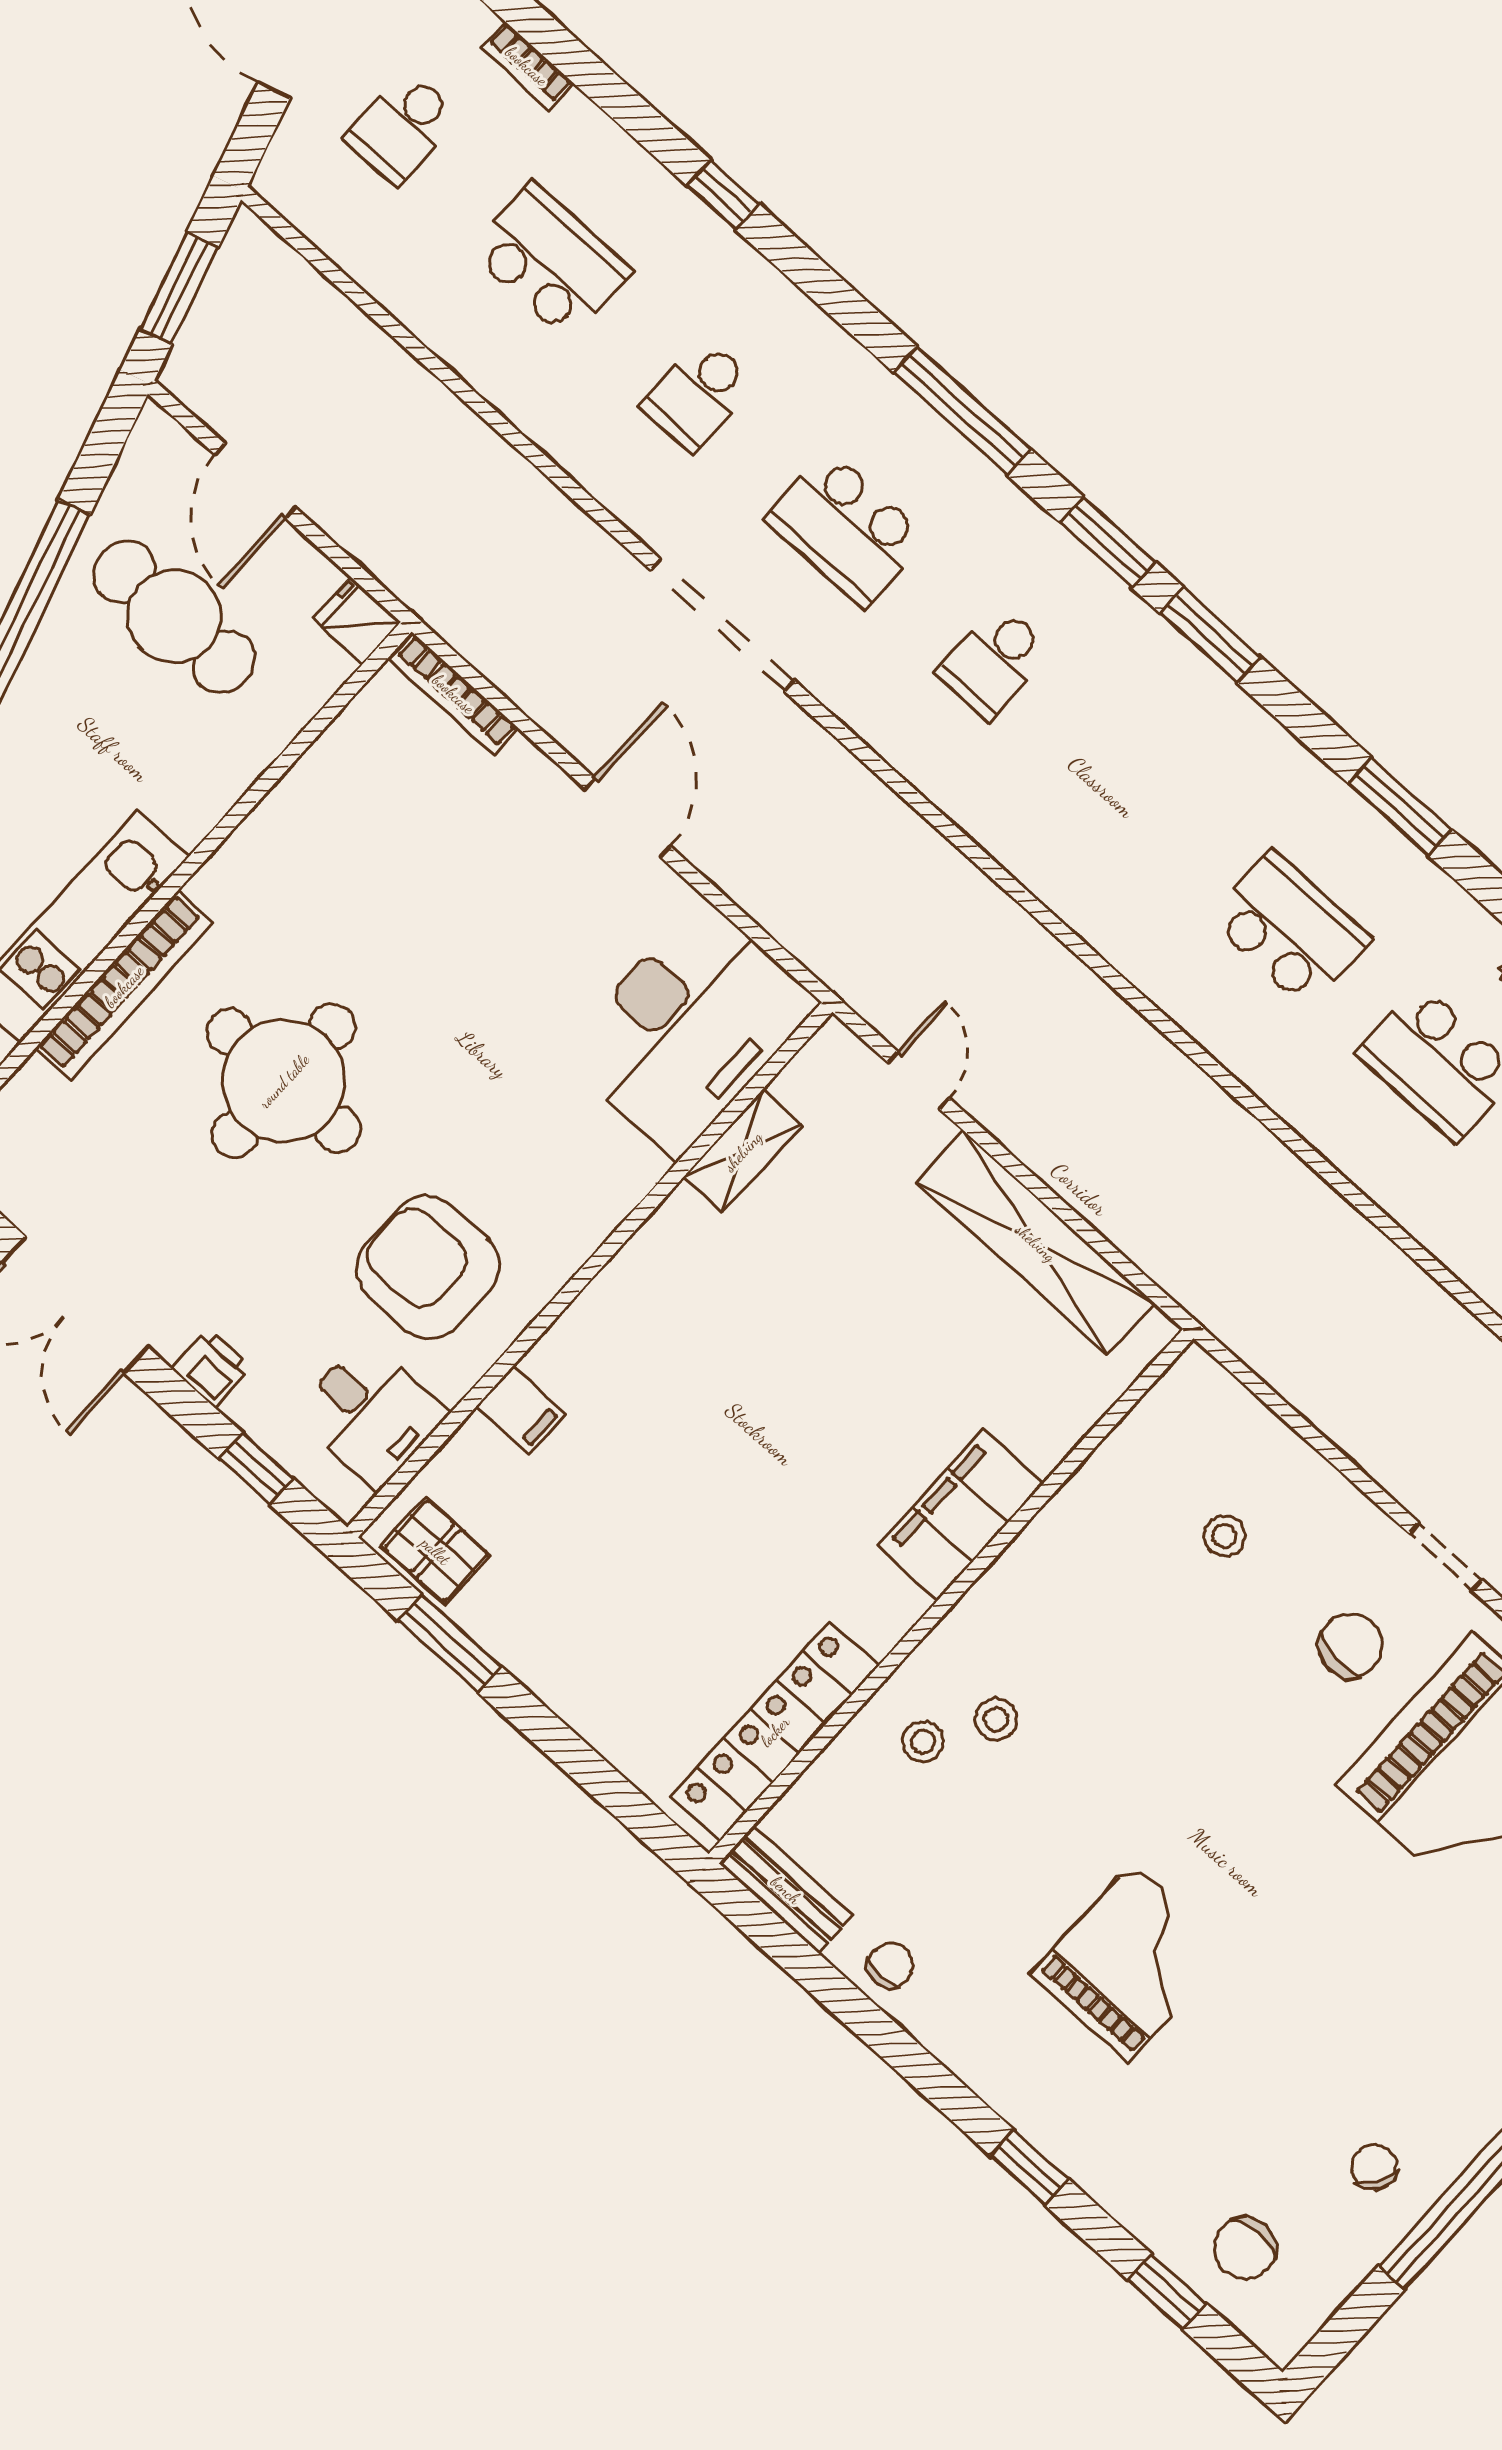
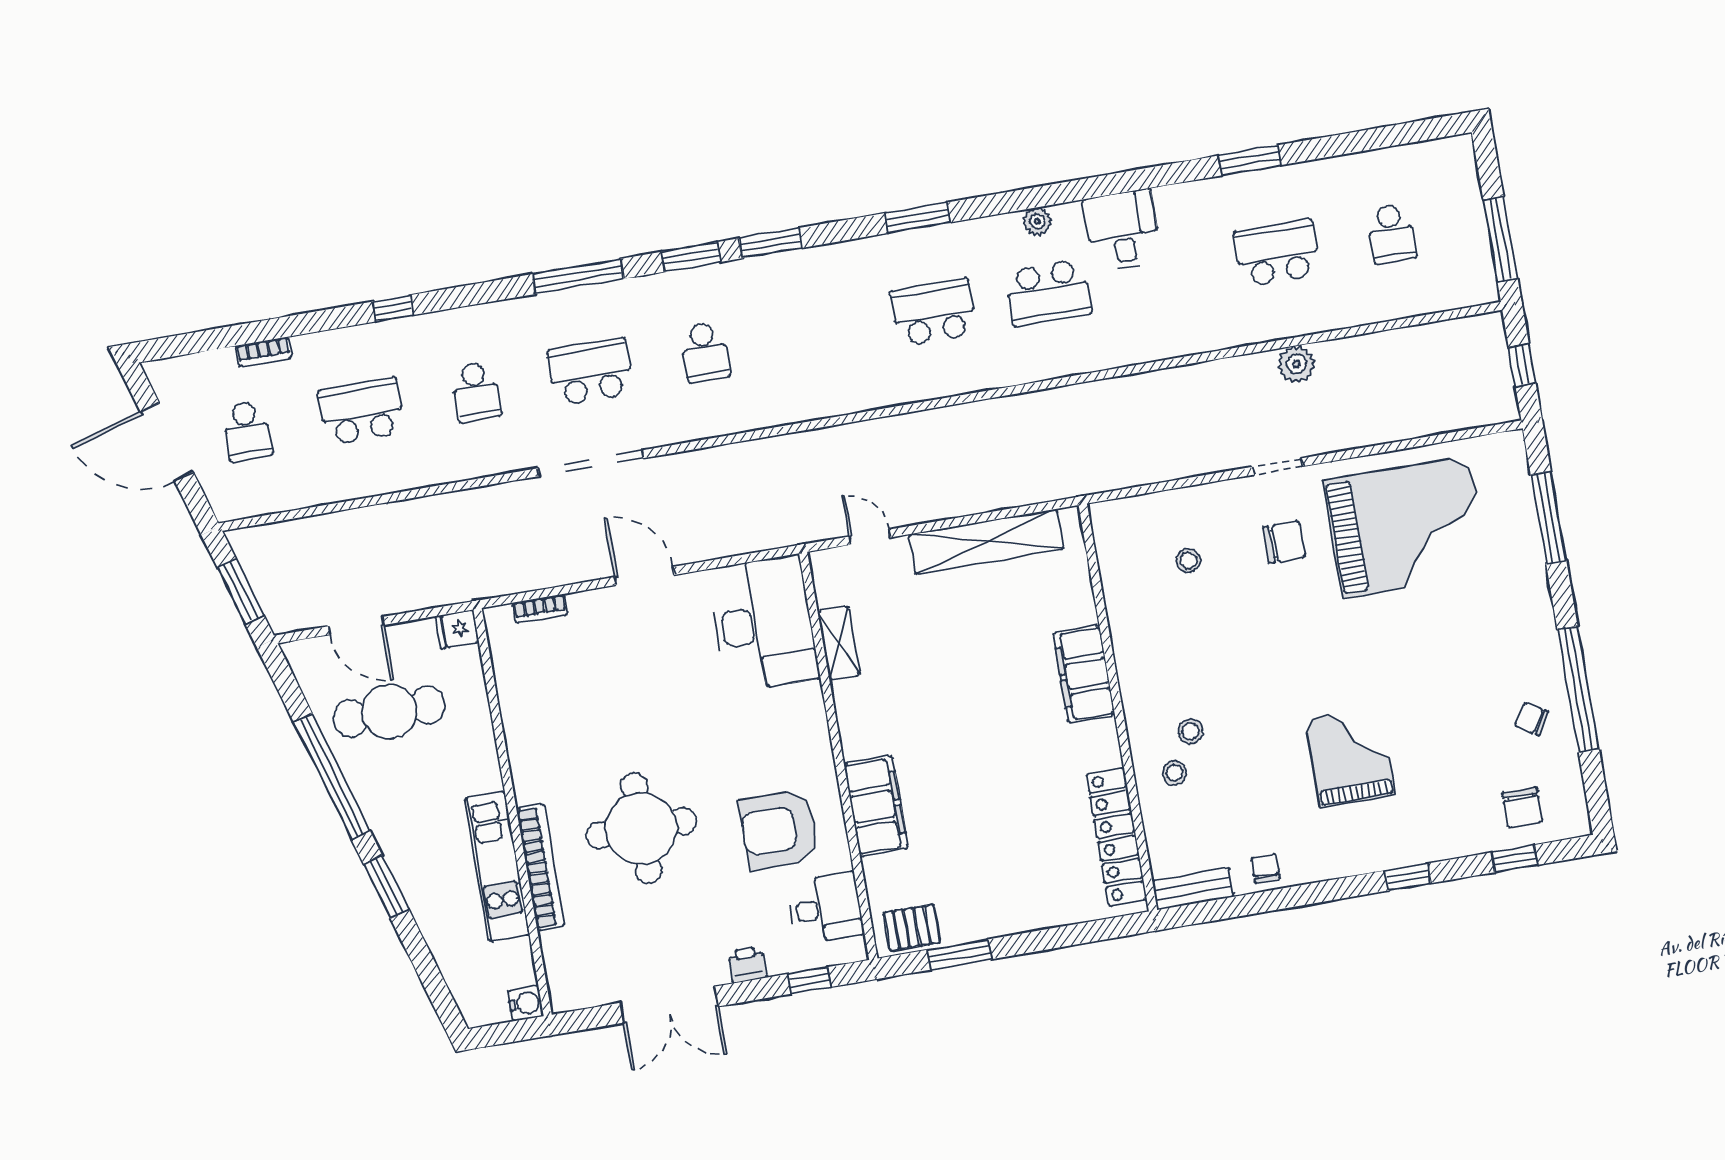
school desk: (846, 528) -> (590, 372), turned 180
bookcase: (454, 694) -> (540, 609), width x0.64
filing cabinet: (521, 1410) -> (876, 806), width x3.00, depth x1.17
chair: (1351, 1646) -> (1284, 542), turned 83

